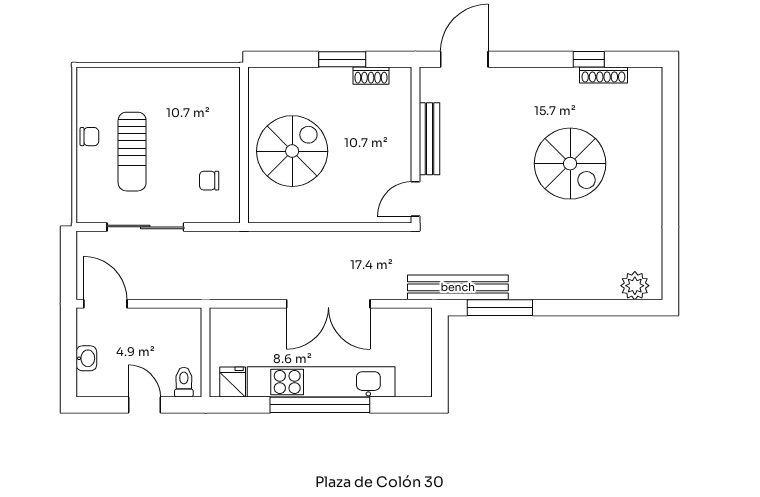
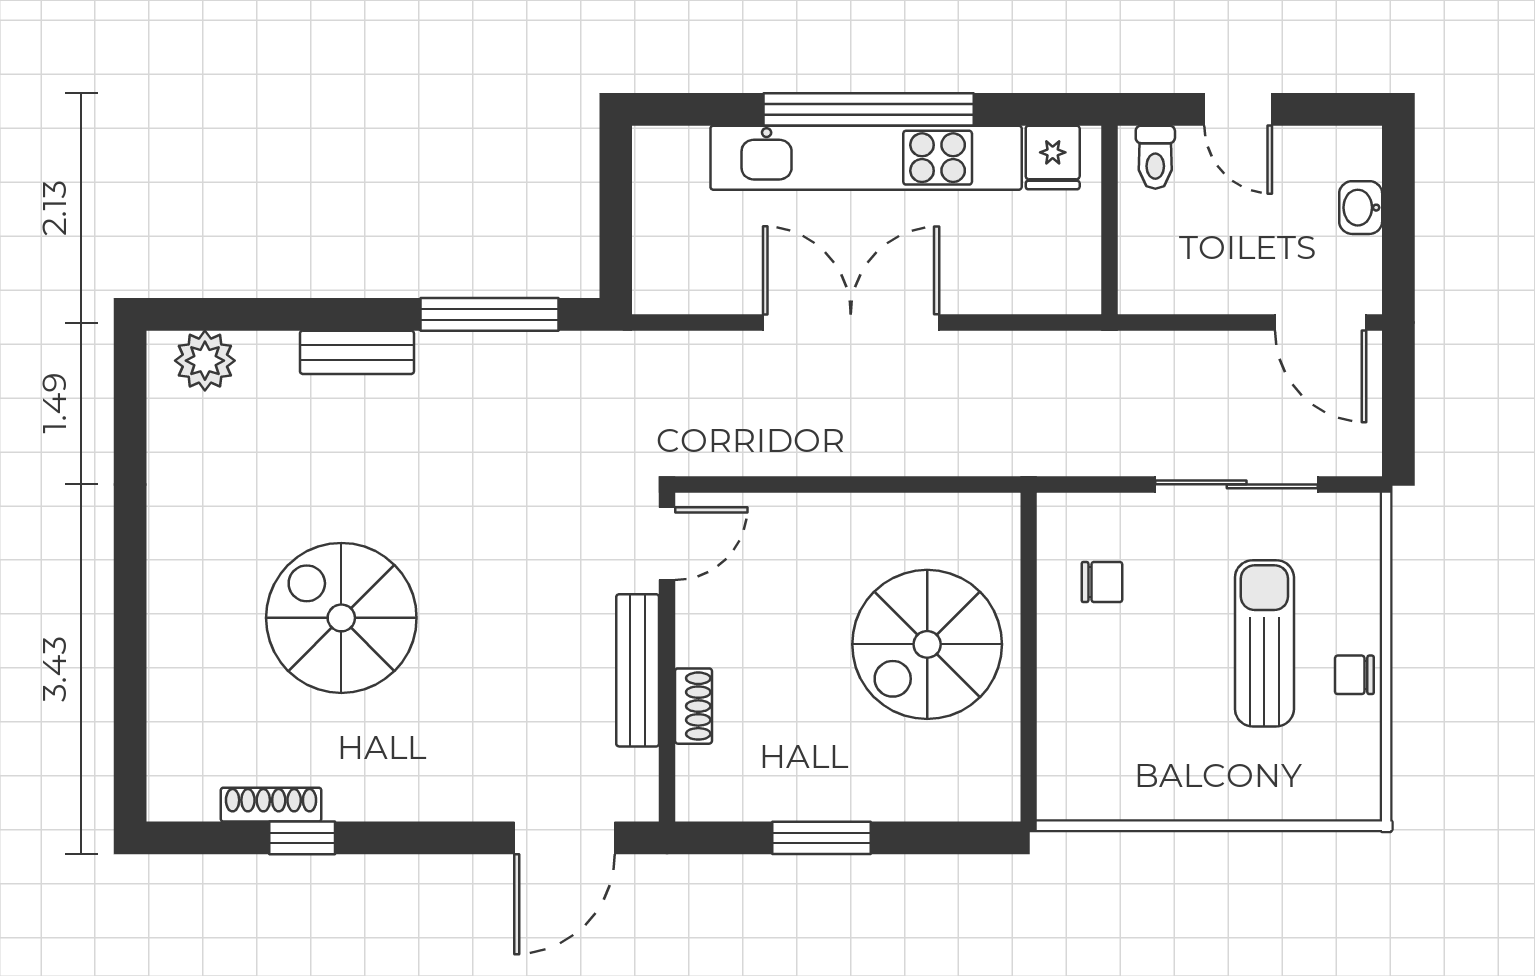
shoe rack: (371, 76) -> (693, 706), moved, turned 90
bench: (458, 287) -> (357, 352), moved, width x0.54, depth x0.82

